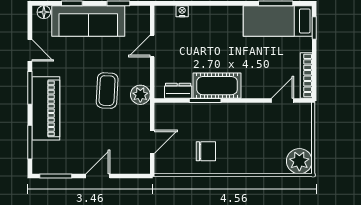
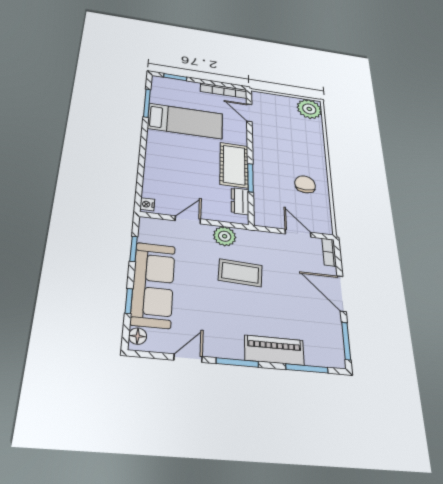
nightstand: (182, 11) -> (147, 204), moved
bed: (278, 21) -> (185, 121), moved, turned -90
door: (152, 46) -> (188, 220), swing flipped
plant: (140, 95) -> (225, 236), moved
piano: (46, 108) -> (274, 350), width x0.73, depth x0.75
bookcase: (137, 169) -> (329, 252), added
door: (98, 176) -> (342, 294), width x1.38

